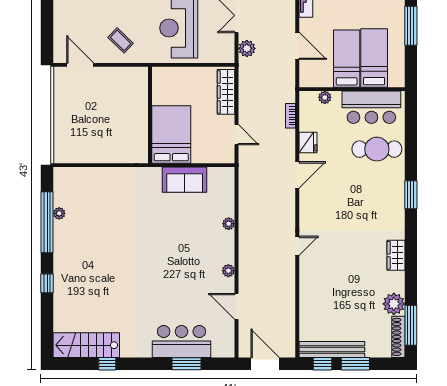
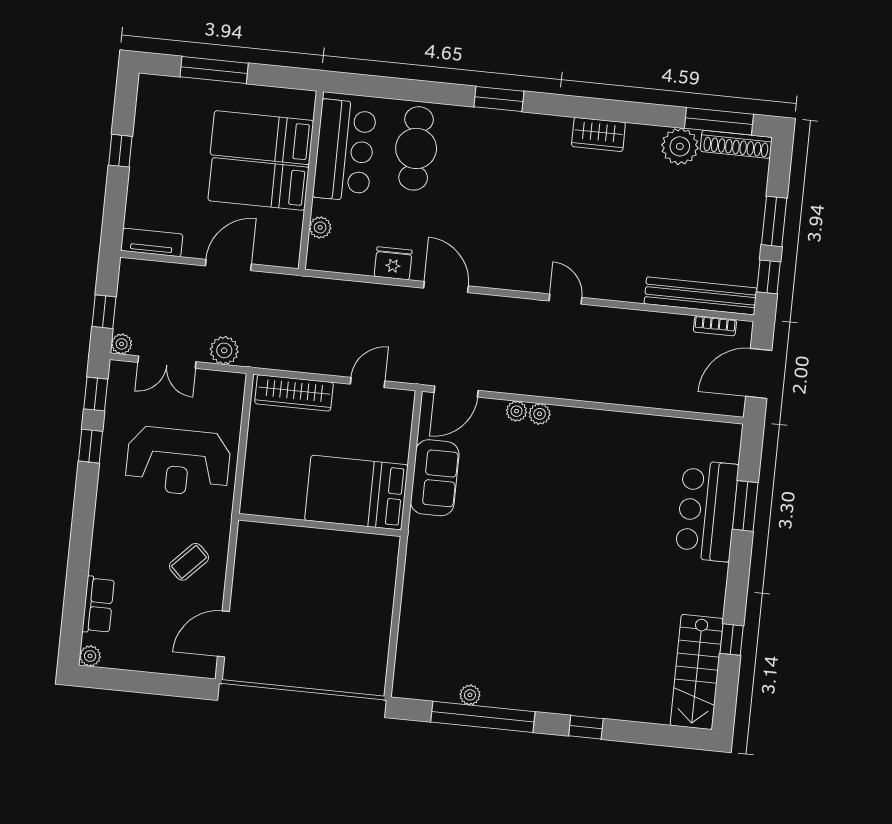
bookcase: (291, 116) -> (715, 326), moved
plant: (228, 271) -> (540, 414), moved
door: (237, 306) -> (456, 391), moved
bench: (332, 349) -> (701, 296), moved, turned 90

